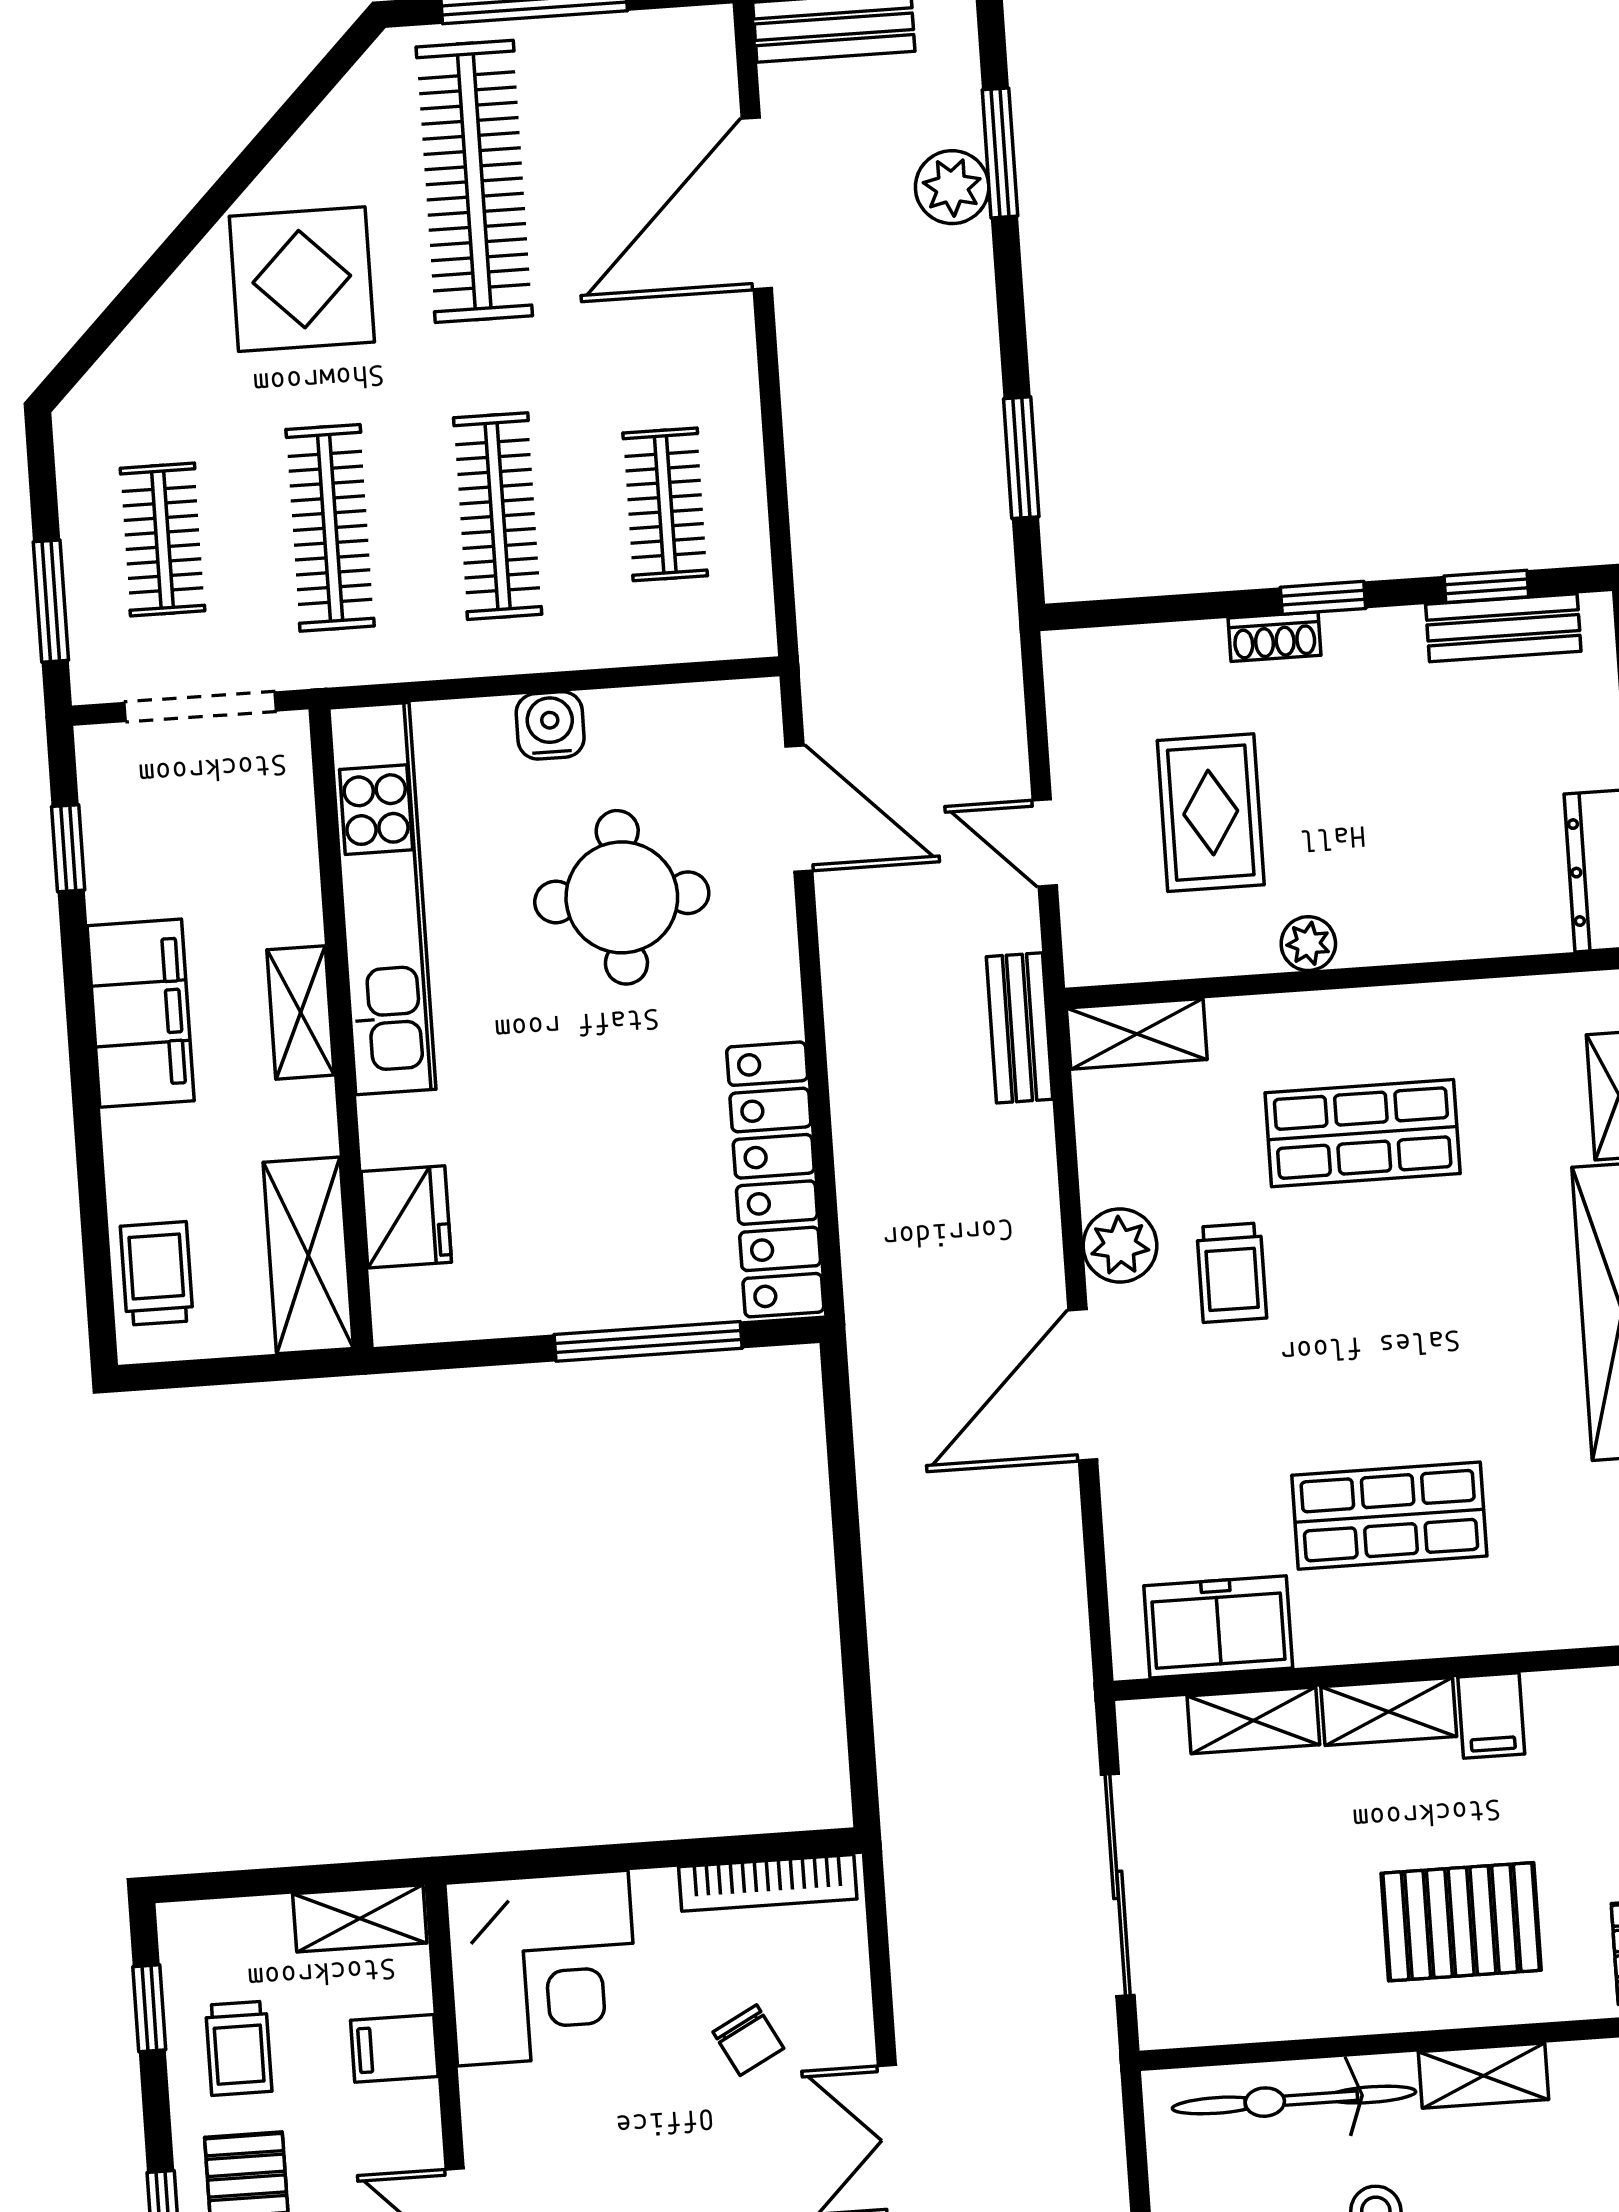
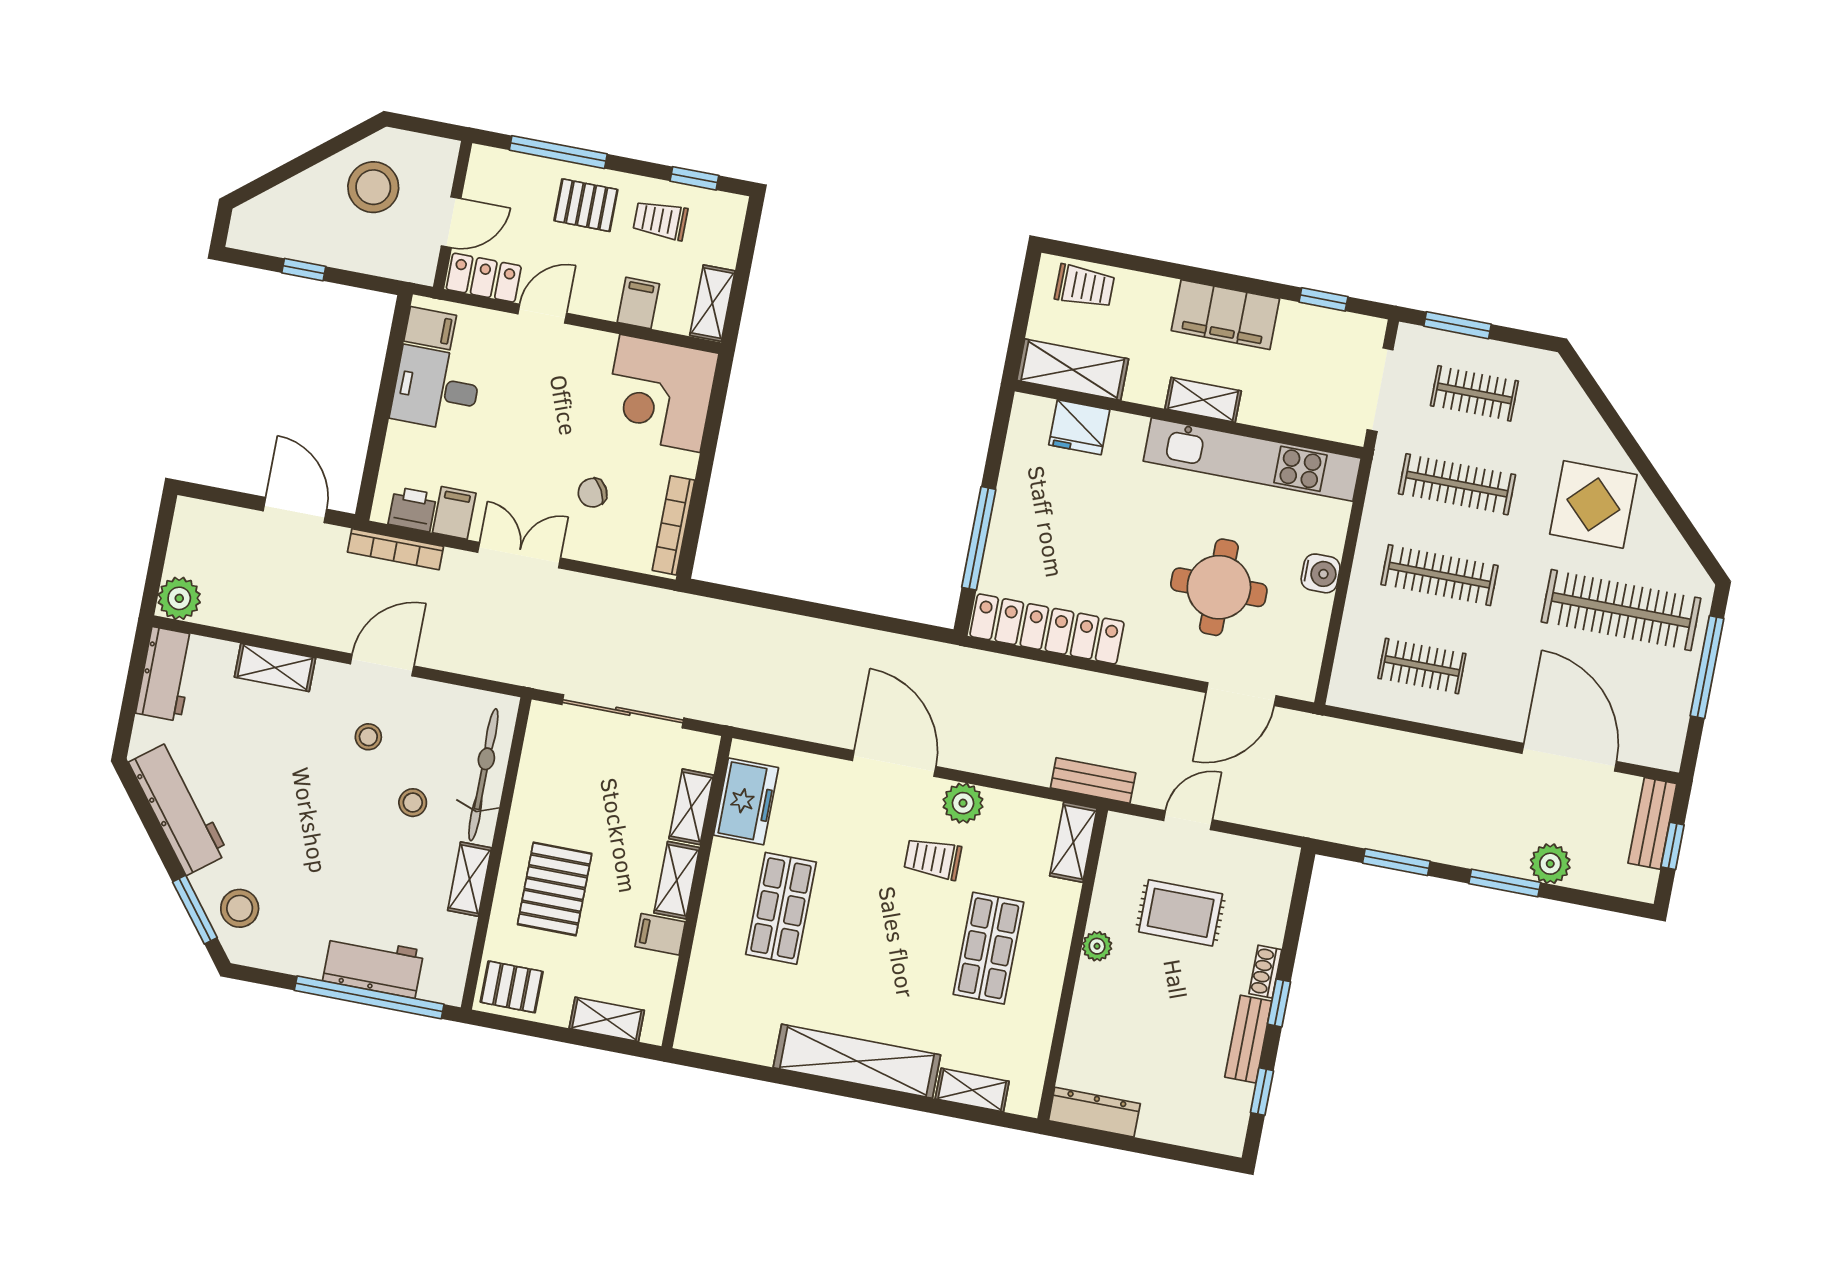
window: (1000, 153) -> (1505, 883), moved
bench: (1503, 628) -> (1248, 1039), moved

